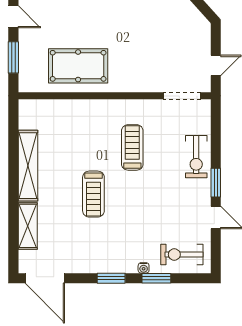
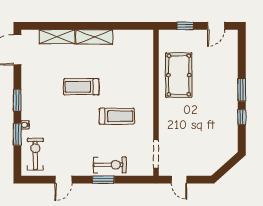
window: (13, 57) -> (185, 26), width x0.67
exercise bike: (196, 157) -> (110, 165), turned 180
shelving: (28, 166) -> (94, 37), width x0.68
window: (216, 183) -> (103, 180), moved

